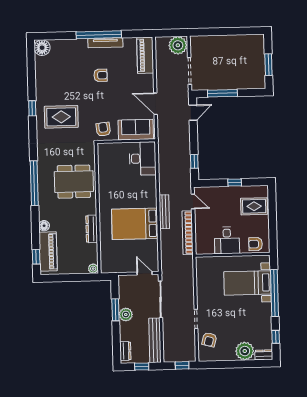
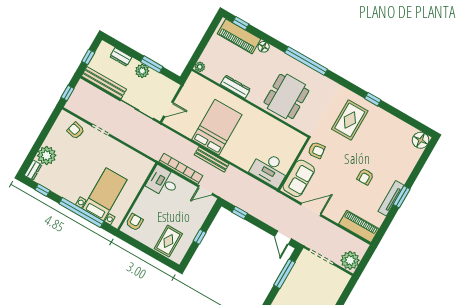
window: (99, 35) -> (402, 197), width x0.47
desk: (227, 240) -> (163, 182), moved
dresser: (125, 351) -> (121, 57), moved

